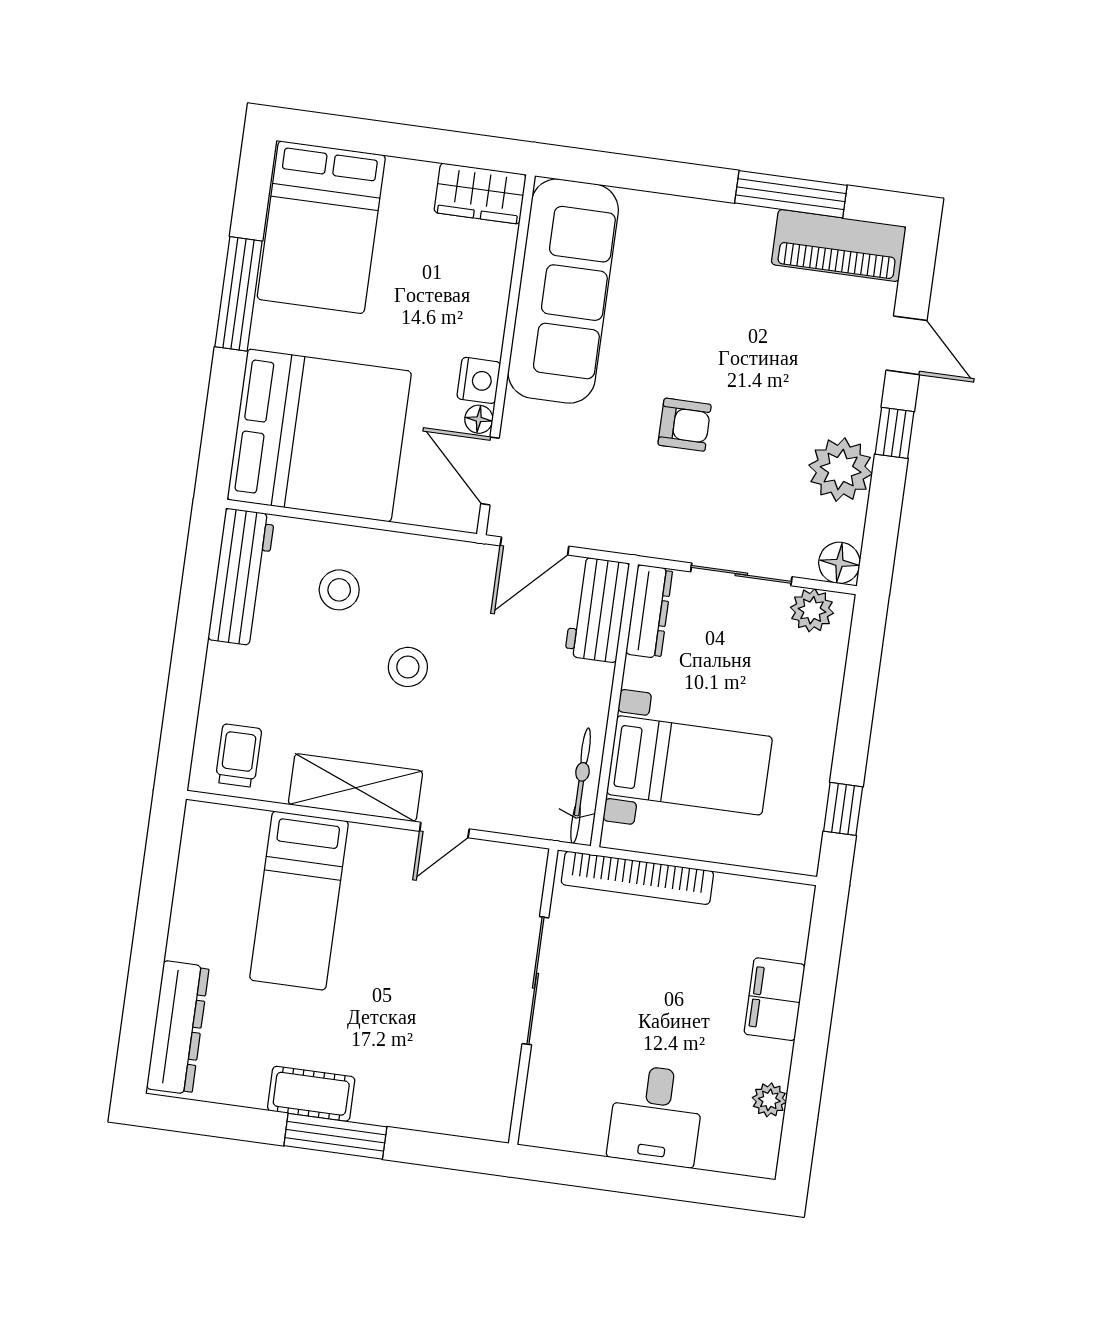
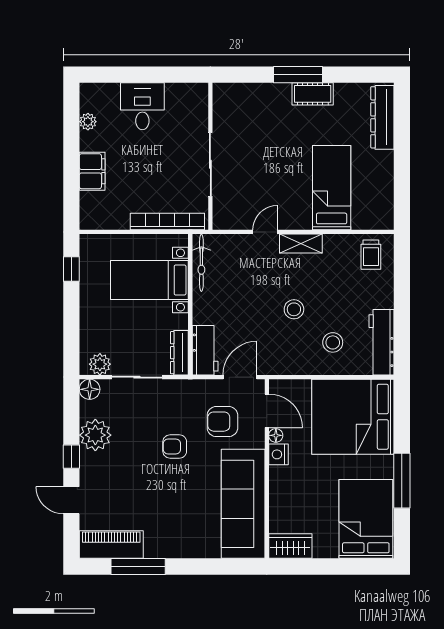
armchair: (582, 462) -> (222, 422), added
shelving: (355, 788) -> (301, 244), width x0.67, depth x0.75

